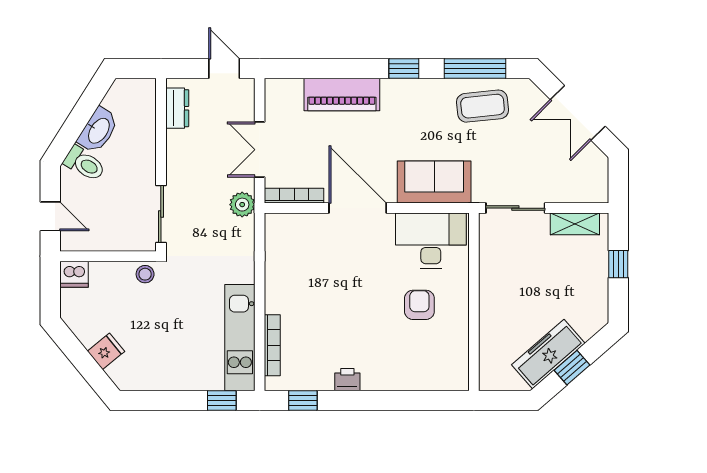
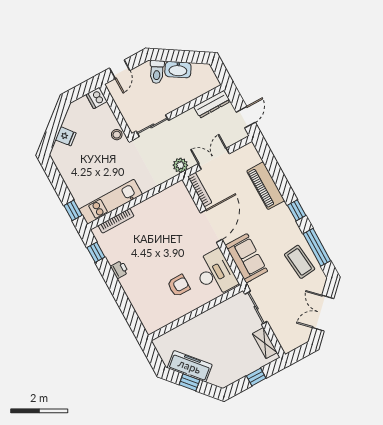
dresser: (177, 108) -> (212, 104), width x1.44

